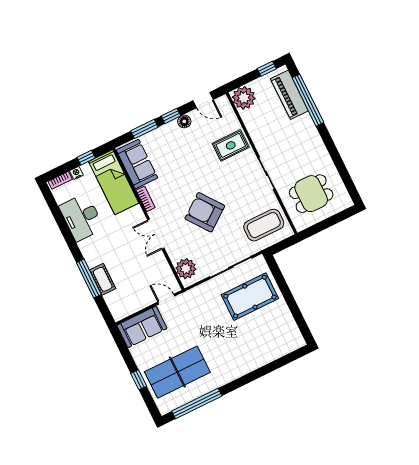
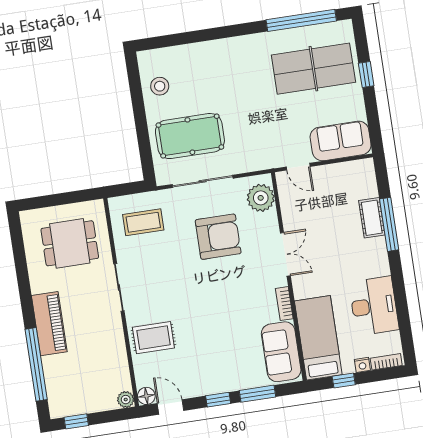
piano: (289, 95) -> (49, 324), moved
plant: (244, 98) -> (126, 400), width x0.53, depth x0.53
floor lamp: (184, 121) -> (146, 396), moved
armchair: (205, 212) -> (218, 237), moved, turned -53
coffee table: (264, 225) -> (143, 222), width x0.73, depth x0.76
stool: (282, 325) -> (160, 86), added

